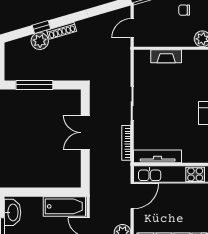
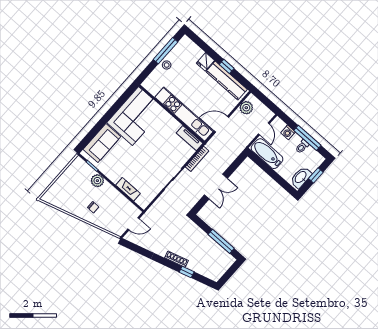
plant: (40, 41) -> (195, 265), removed
tv unit: (158, 156) -> (190, 138), width x0.71

